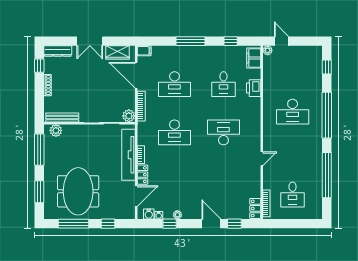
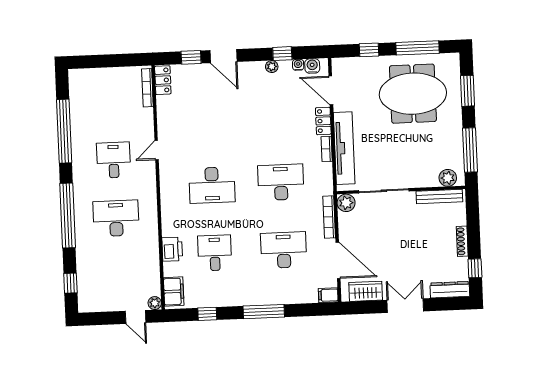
meeting table: (78, 191) -> (413, 94), turned 90
desk: (293, 195) -> (114, 160), moved
door: (136, 196) -> (331, 90), hinge flipped

